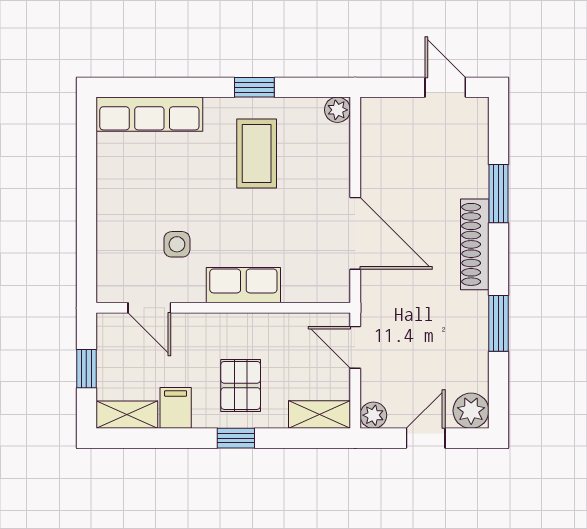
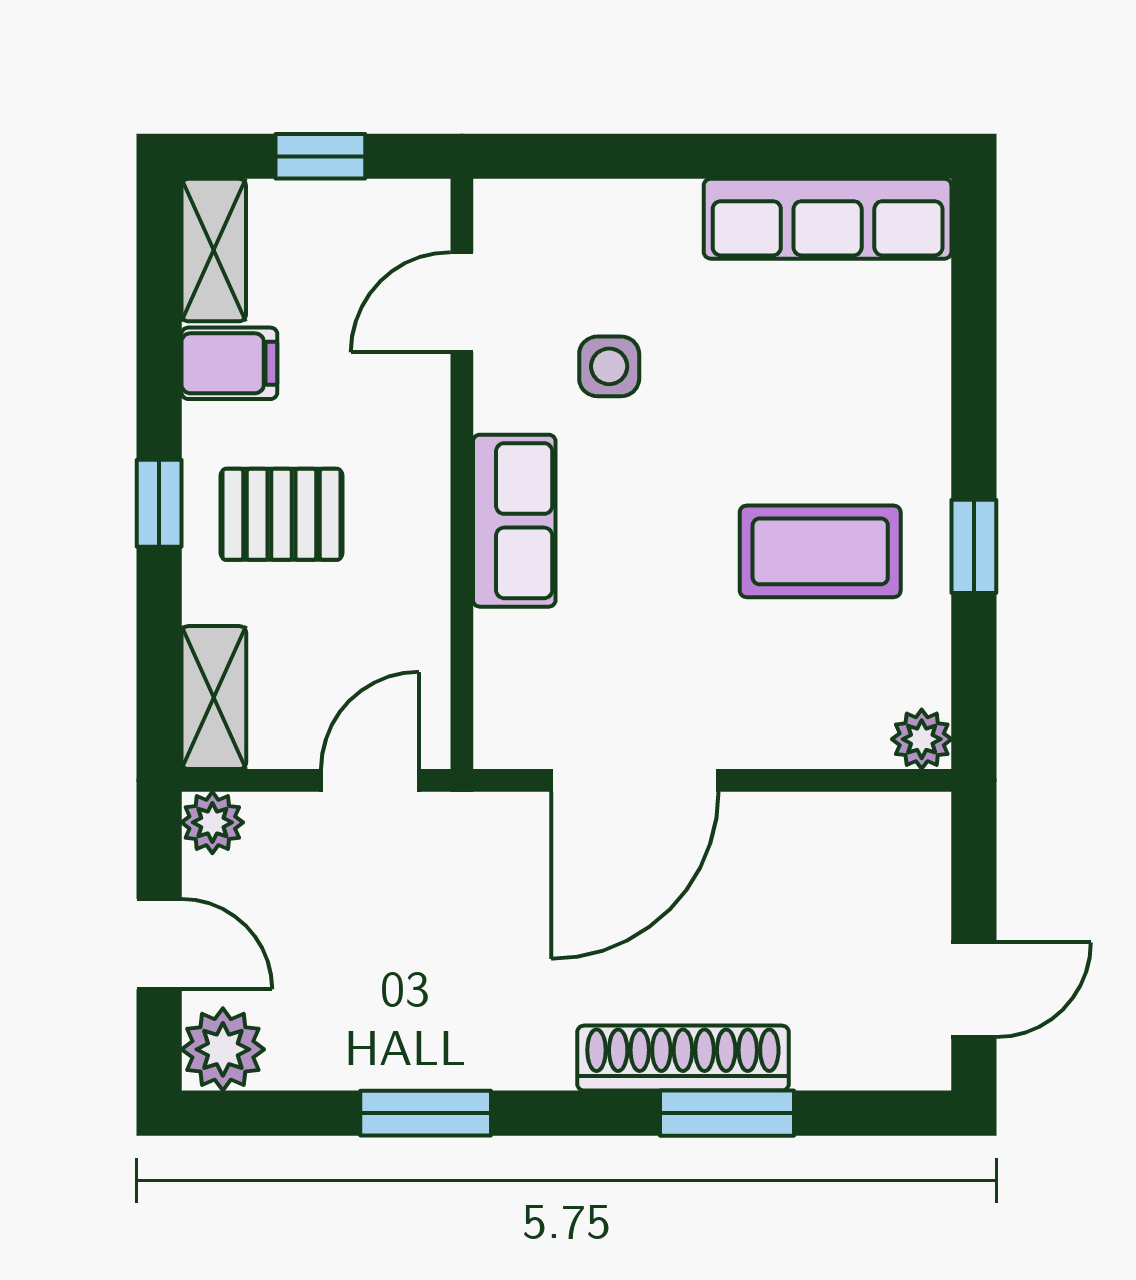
row of seats: (149, 114) -> (828, 219), moved, turned -90
shoe rack: (475, 244) -> (683, 1058), moved

